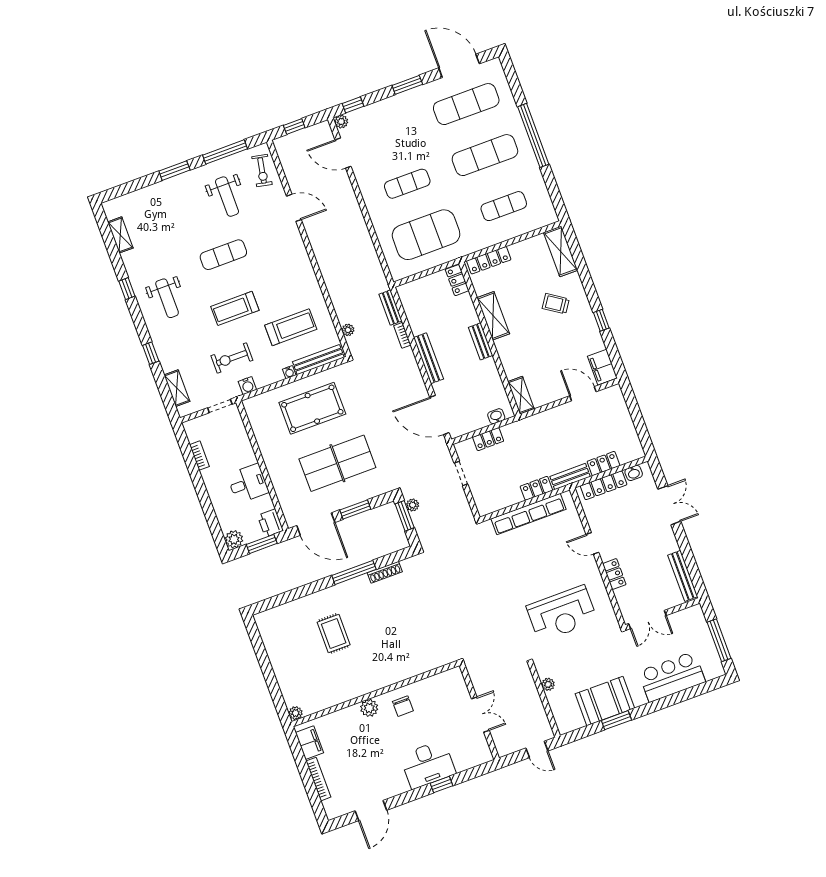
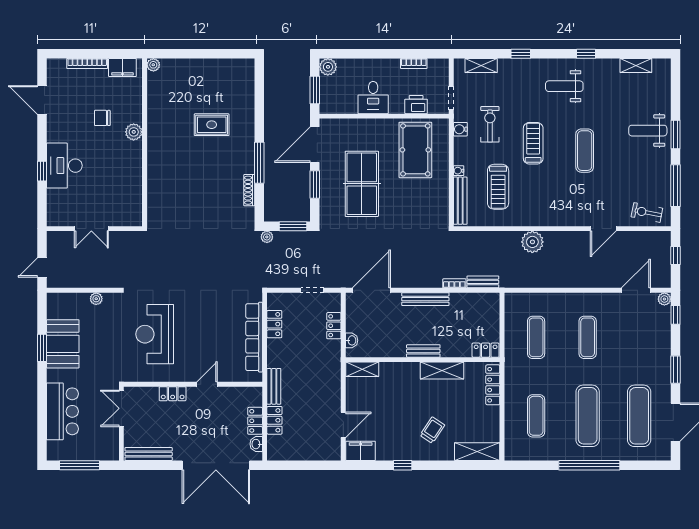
weight bench: (227, 197) -> (648, 131), moved
exercise mat: (426, 235) -> (536, 337), width x0.50, depth x0.69
plant: (348, 330) -> (532, 242), moved, width x1.87, depth x1.87
pool table: (312, 408) -> (415, 150), moved
locker: (604, 485) -> (255, 421), width x0.66
locker: (536, 488) -> (274, 324), moved
plant: (413, 505) -> (267, 237), moved
double door: (669, 505) -> (216, 465), width x1.87
printer: (270, 523) -> (416, 105), moved
chair: (403, 706) -> (102, 118), moved

